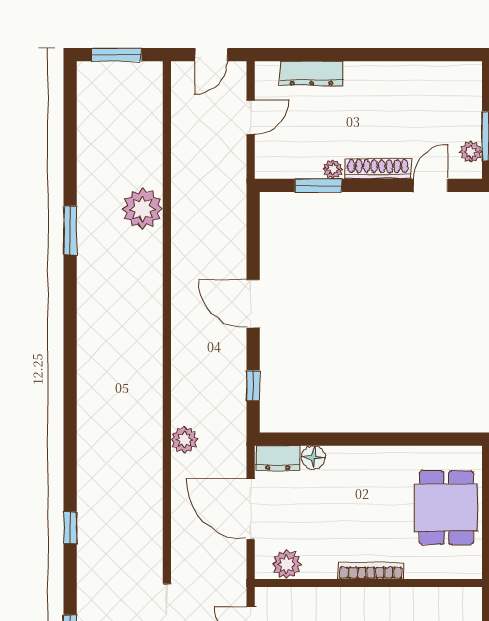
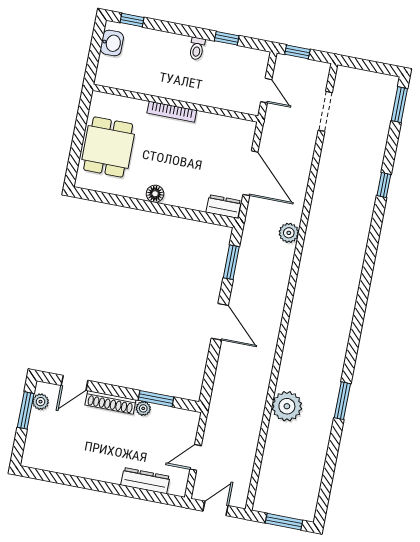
window: (253, 386) -> (231, 262), width x1.50
floor lamp: (313, 457) -> (155, 194), moved
plant: (287, 564) -> (232, 128), removed

